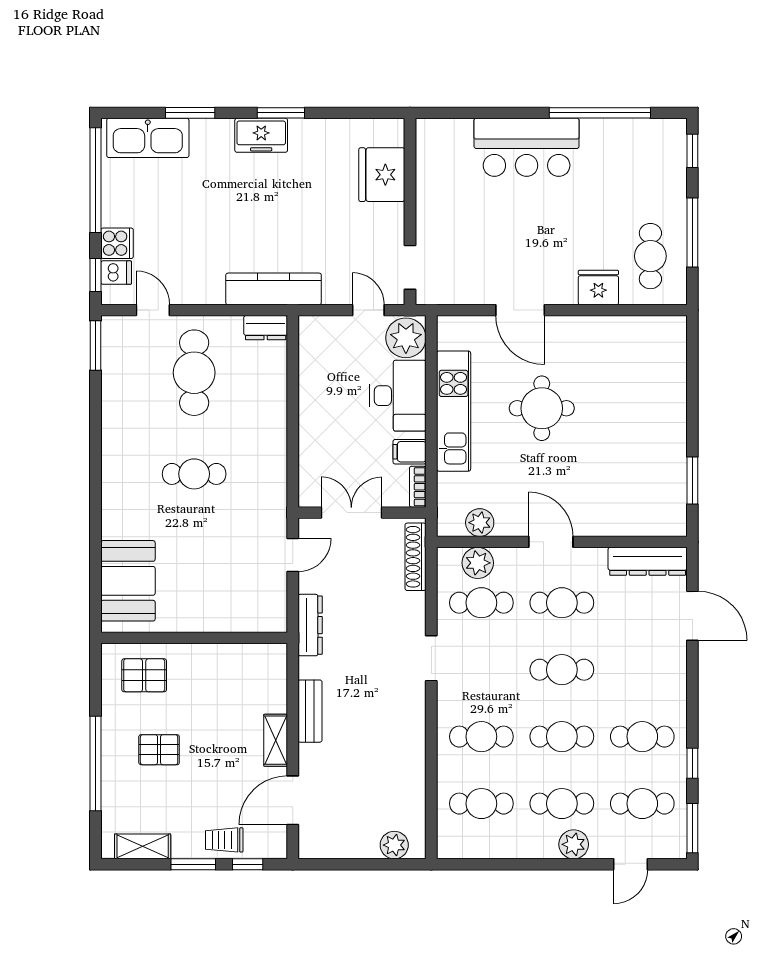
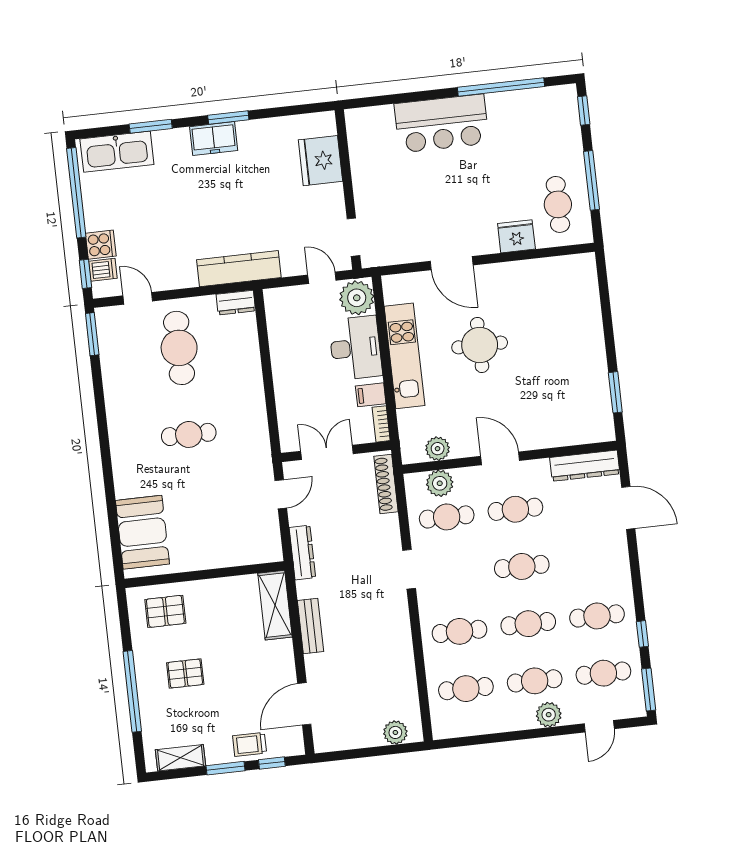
shelving: (276, 740) -> (275, 605), moved, width x1.50, depth x1.33

